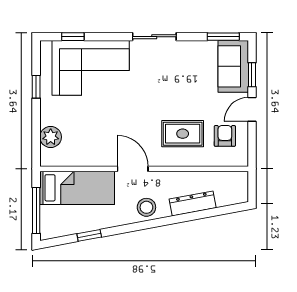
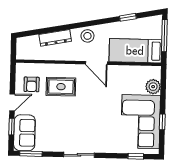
corner sofa: (91, 68) -> (141, 122), moved, turned -90

